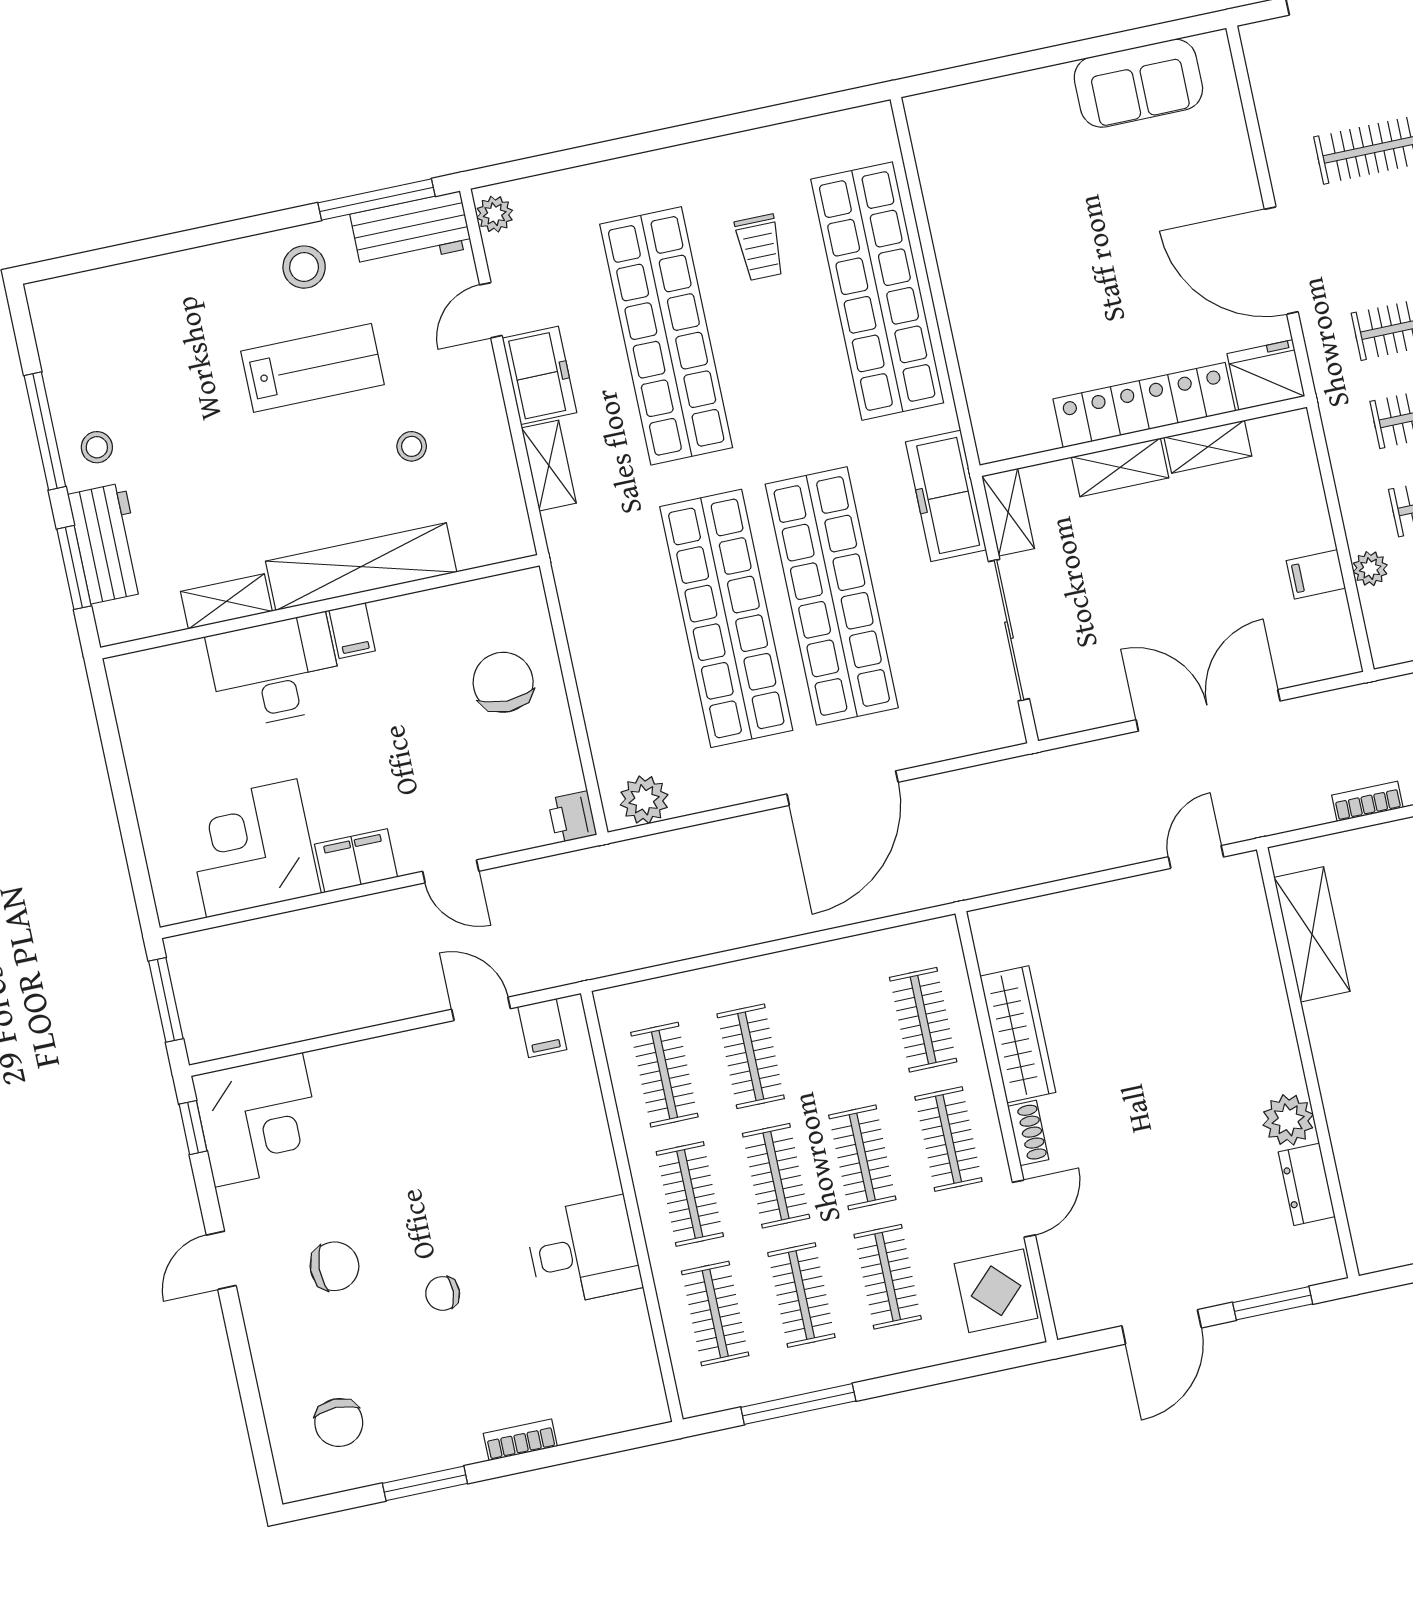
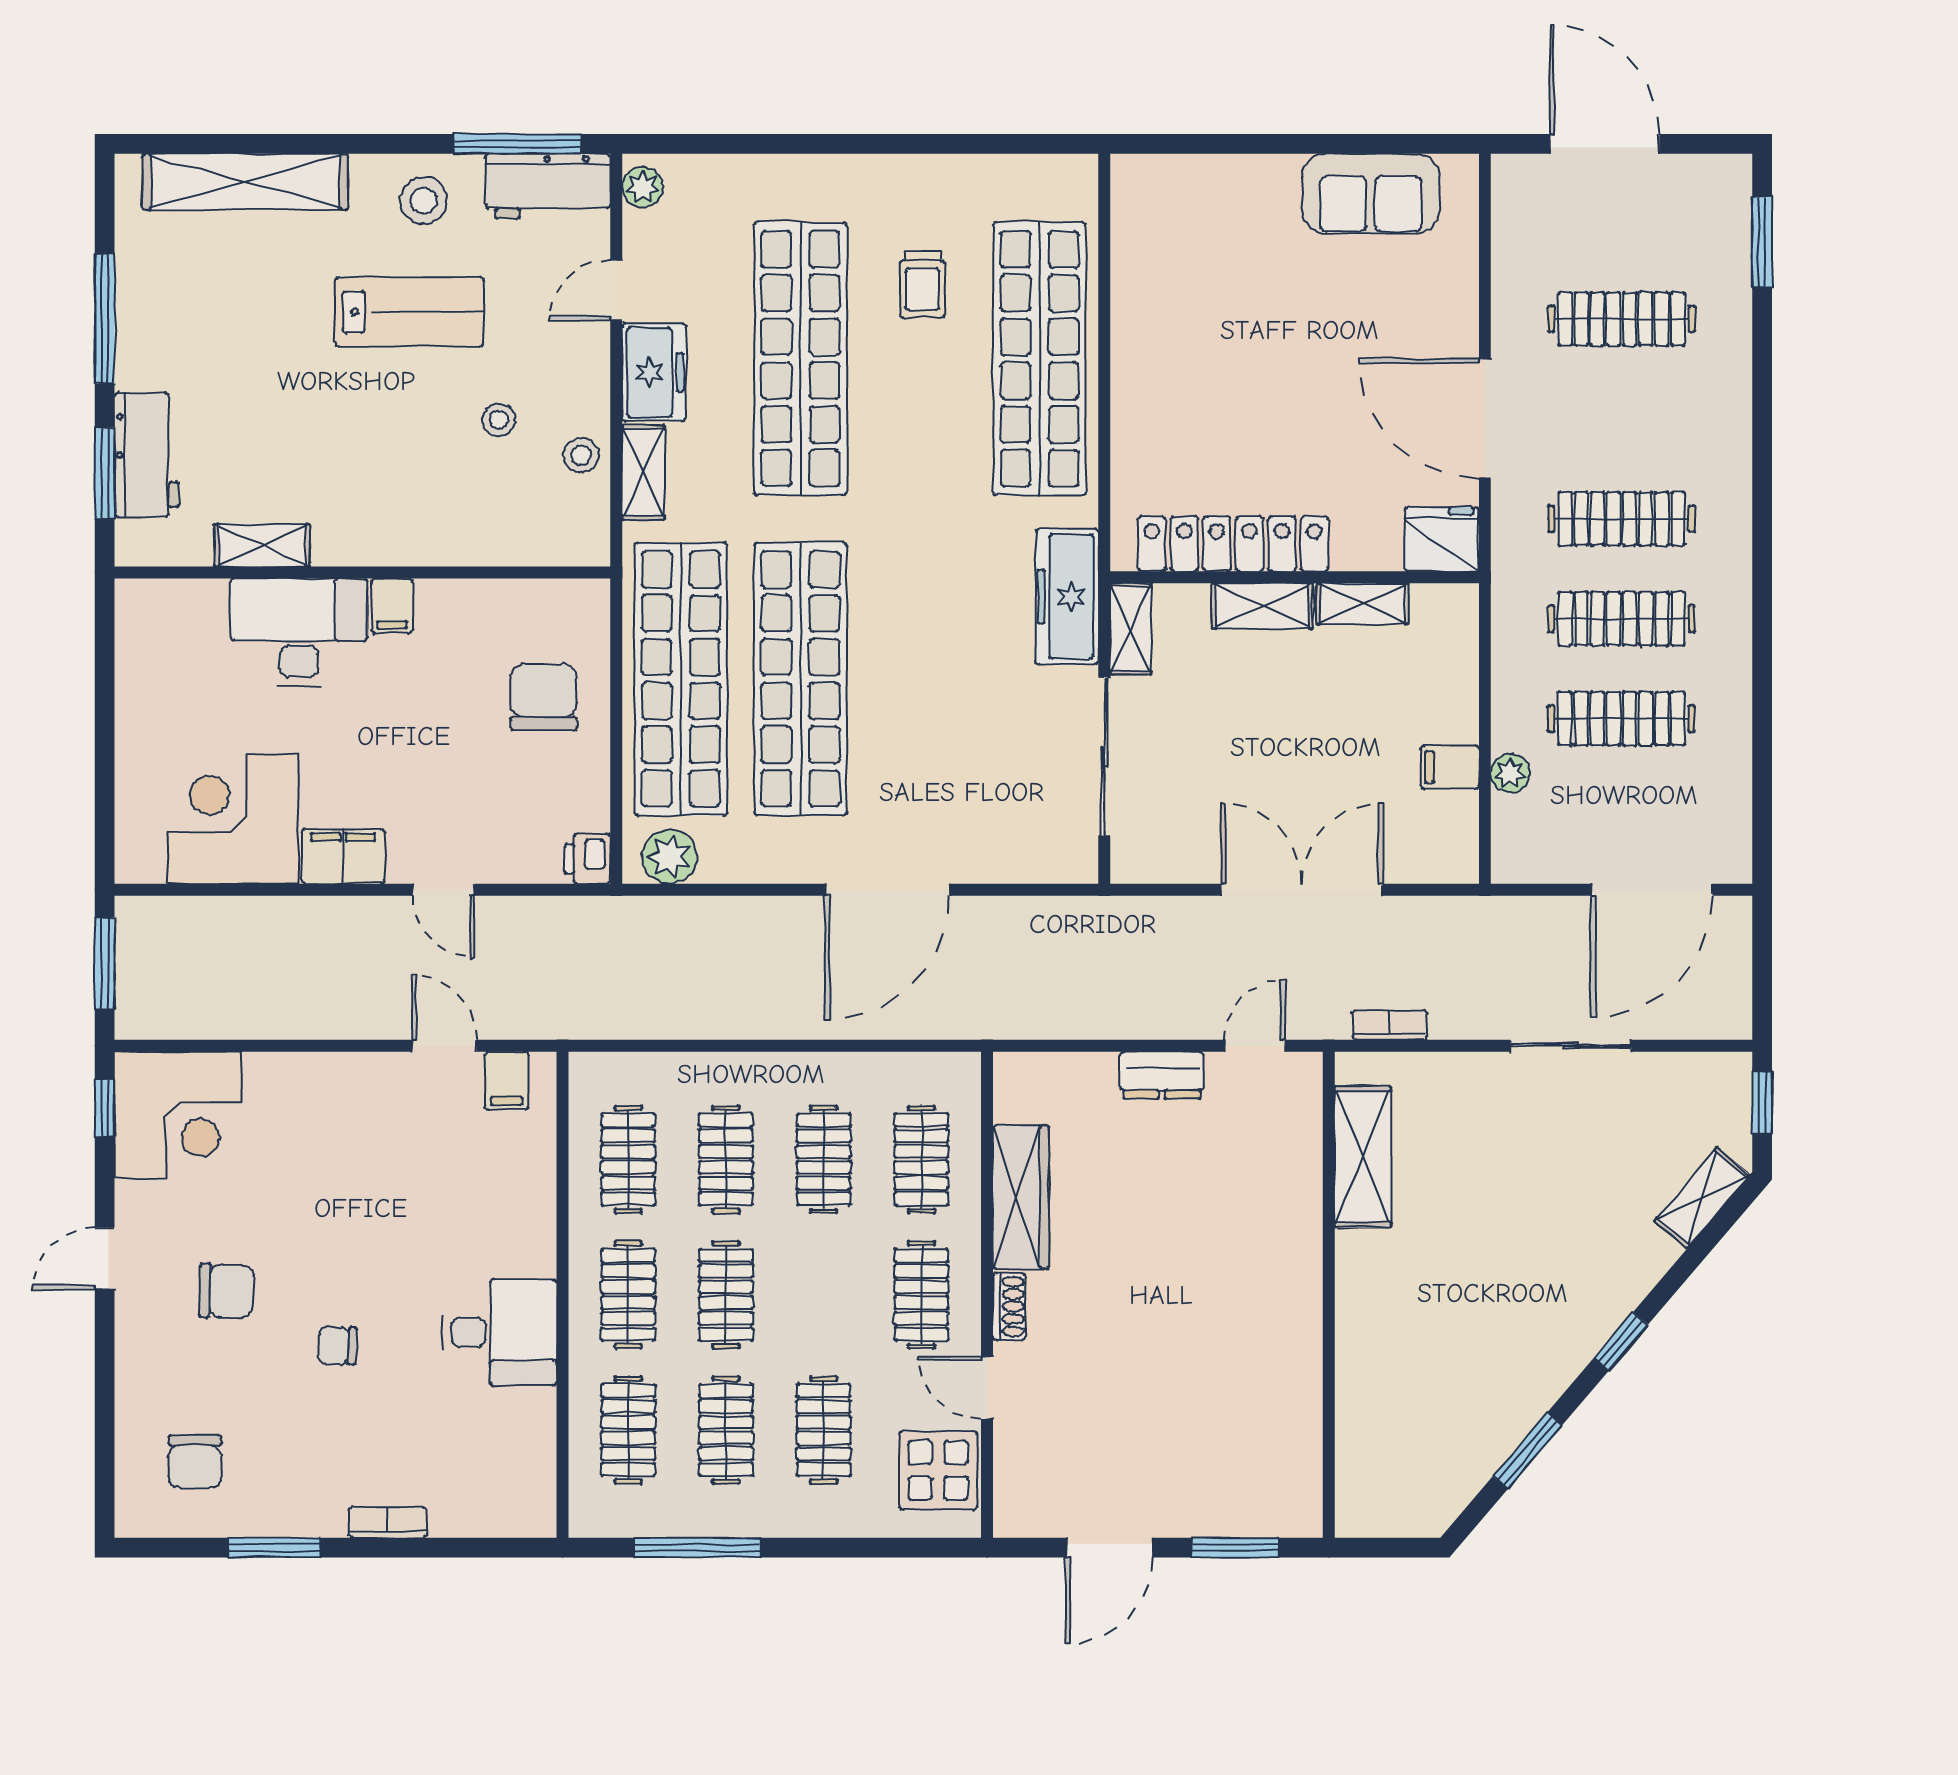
locker: (1144, 405) -> (1233, 544), moved
stool: (97, 447) -> (581, 455), moved
shelving: (361, 567) -> (245, 182), moved
shop shelf: (832, 596) -> (681, 679), moved
bookcase: (1367, 801) -> (1389, 1025), moved
plant: (1288, 1120) -> (1294, 1352), removed
clothes rail: (862, 1157) -> (824, 1159), moved
dresser: (1307, 1184) -> (1162, 1075), moved, turned -90
door: (1024, 1209) -> (987, 1388), swing flipped

